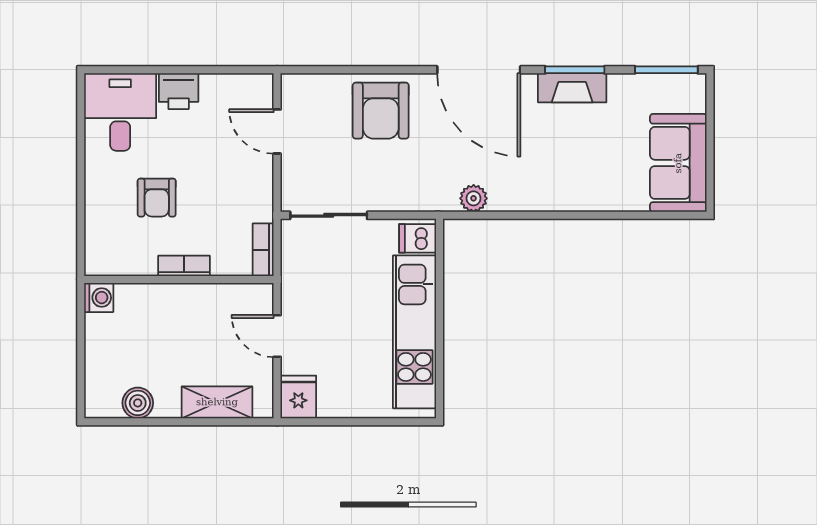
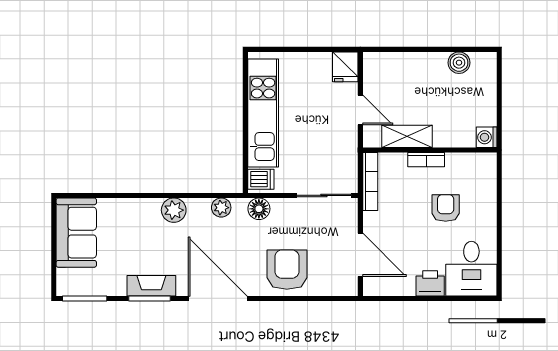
door: (277, 131) -> (360, 255), width x1.38
plant: (541, 195) -> (174, 210), added
floor lamp: (420, 197) -> (259, 209), added
bookcase: (263, 250) -> (370, 182), width x1.56
shelving: (217, 402) -> (407, 136), moved

